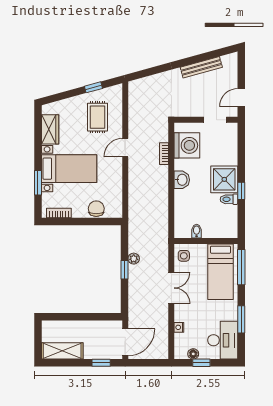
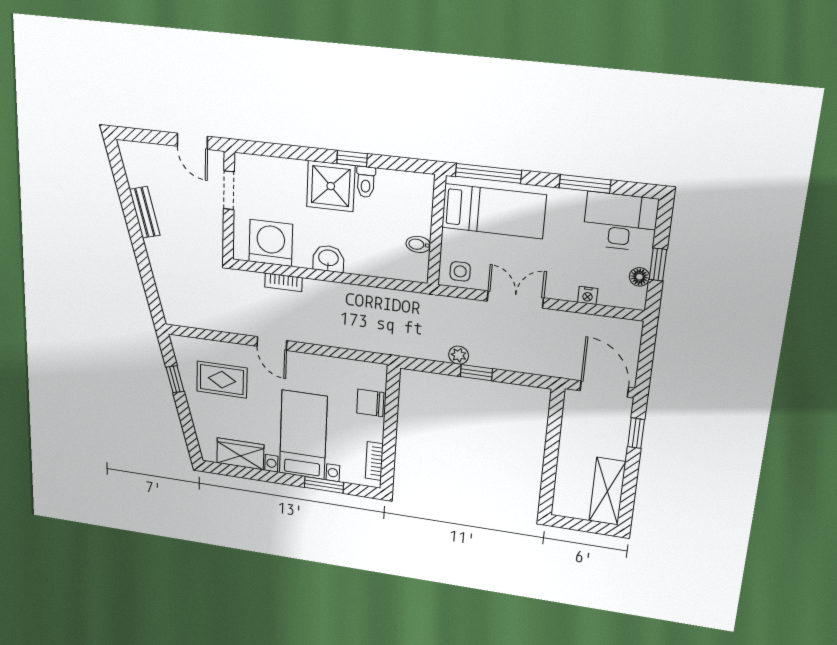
bench: (201, 67) -> (145, 212), width x0.73

